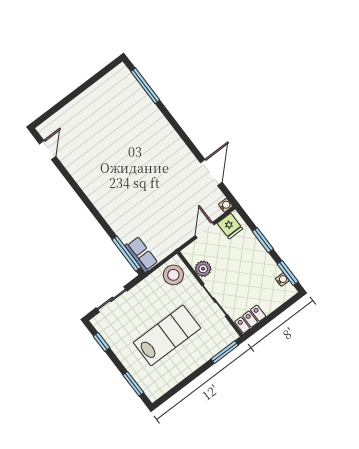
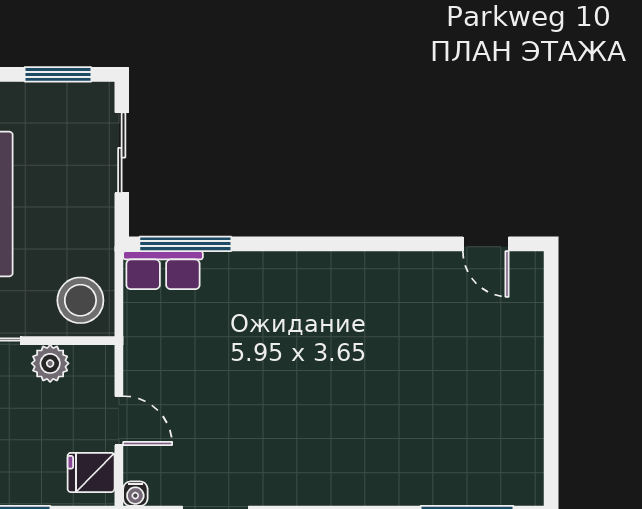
window: (101, 342) -> (58, 74), width x1.50

